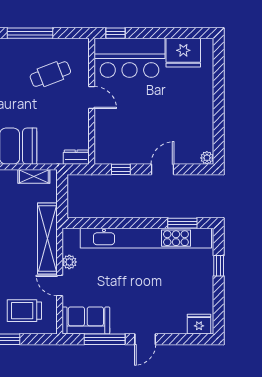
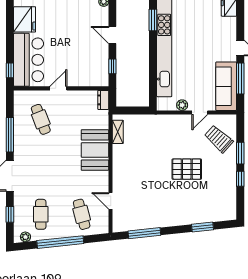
shelving: (47, 238) -> (164, 122), removed
trolley: (24, 311) -> (219, 139), turned 132
sofa: (86, 320) -> (226, 86), width x1.36

